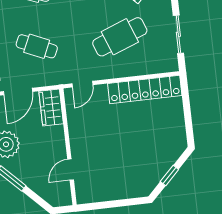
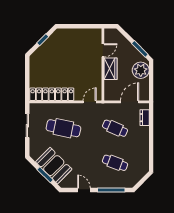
cafe table: (120, 37) -> (63, 128), turned 33
wardrobe: (51, 108) -> (110, 69), moved

